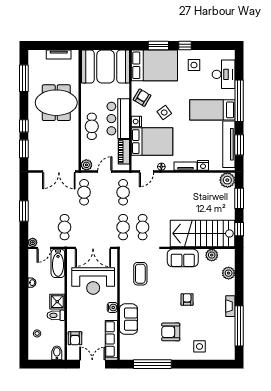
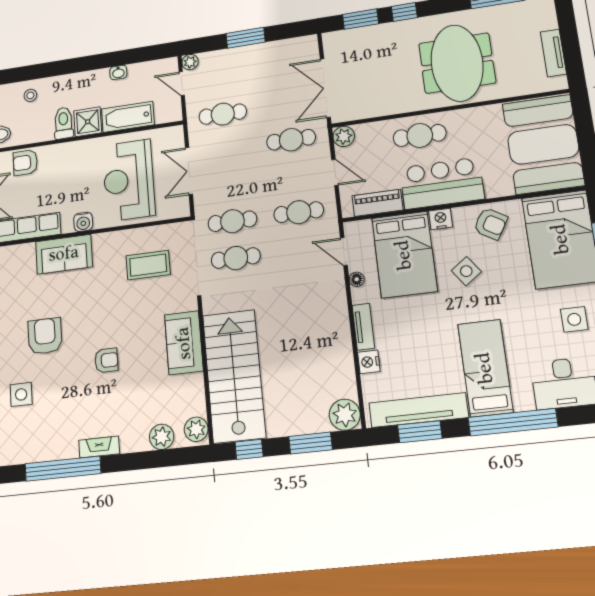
double door: (93, 248) -> (189, 171), width x0.73
plant: (212, 255) -> (196, 429), moved
bathtub: (58, 263) -> (128, 117), moved

